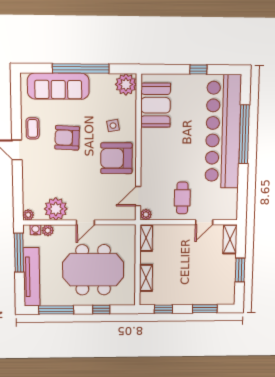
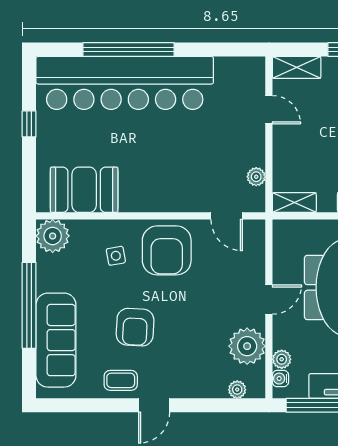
cafe table: (182, 198) -> (230, 146), removed
plant: (28, 215) -> (237, 390), moved
plant: (146, 215) -> (256, 177), moved
door: (85, 222) -> (269, 300), hinge flipped

